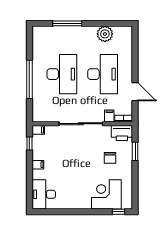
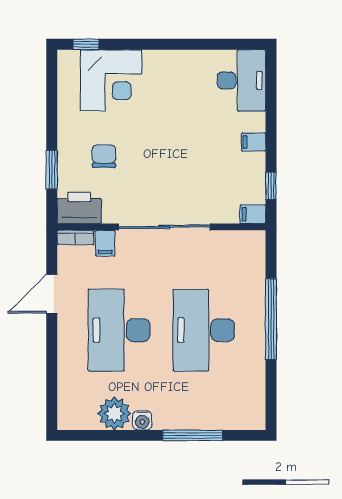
water cooler: (91, 31) -> (142, 420), added
door: (135, 92) -> (52, 294), hinge flipped

